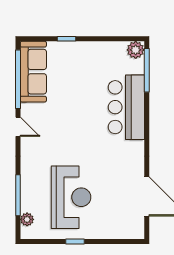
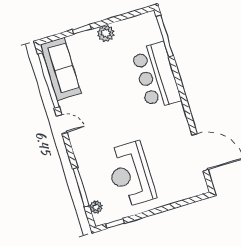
plant: (136, 50) -> (106, 33), moved
reception desk: (71, 197) -> (130, 174), turned 180
window: (75, 241) -> (115, 224), moved

